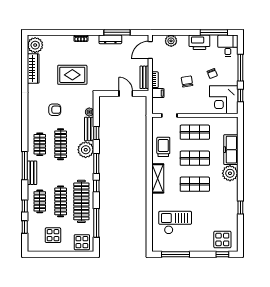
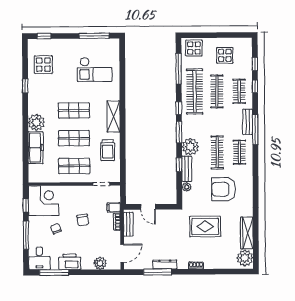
armchair: (55, 110) -> (224, 189), width x1.88, depth x1.88
display table: (222, 239) -> (43, 65), moved

